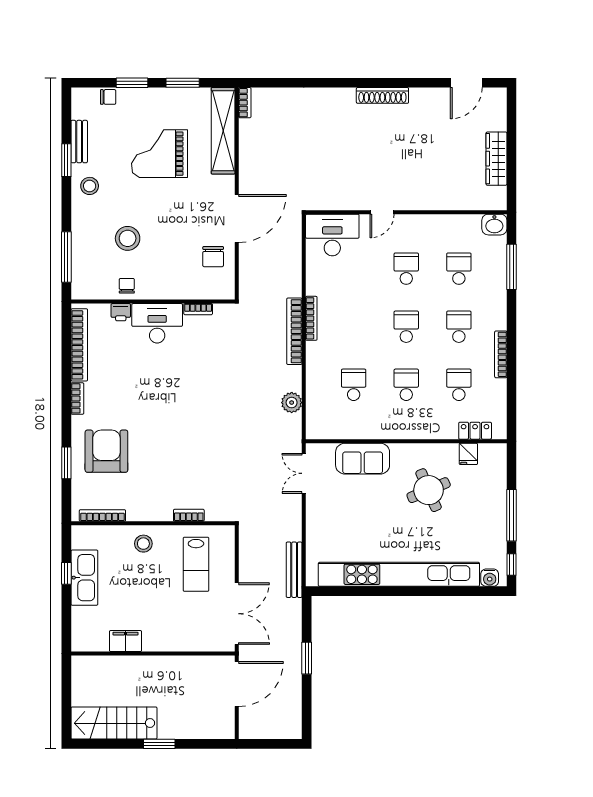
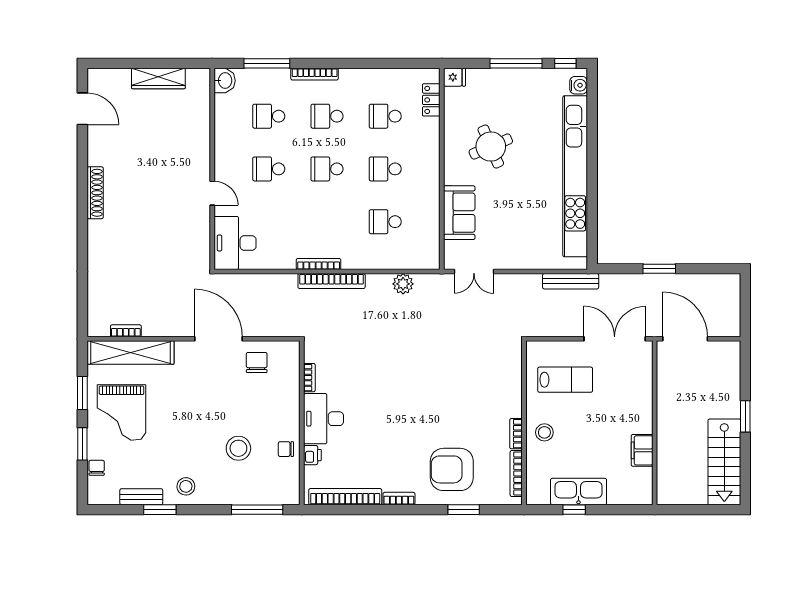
bookcase: (245, 103) -> (126, 331), moved
grand piano: (159, 154) -> (122, 413), moved
chair: (213, 257) -> (257, 363), turned -90
bookcase: (501, 354) -> (315, 74), moved
fridge: (468, 454) -> (454, 77), moved
bookcase: (189, 515) -> (516, 434), moved

